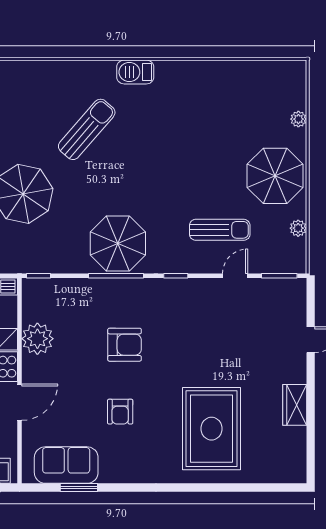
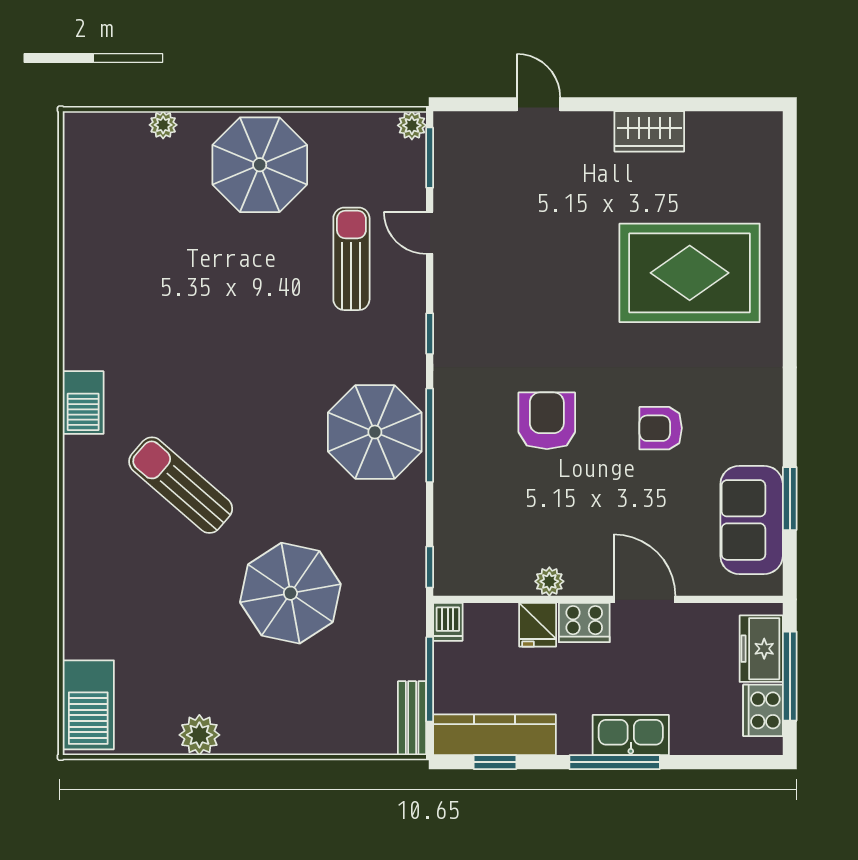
plant: (298, 228) -> (412, 125), moved
plant: (37, 339) -> (549, 581), width x0.53, depth x0.53
armchair: (120, 412) -> (661, 428), turned 180

